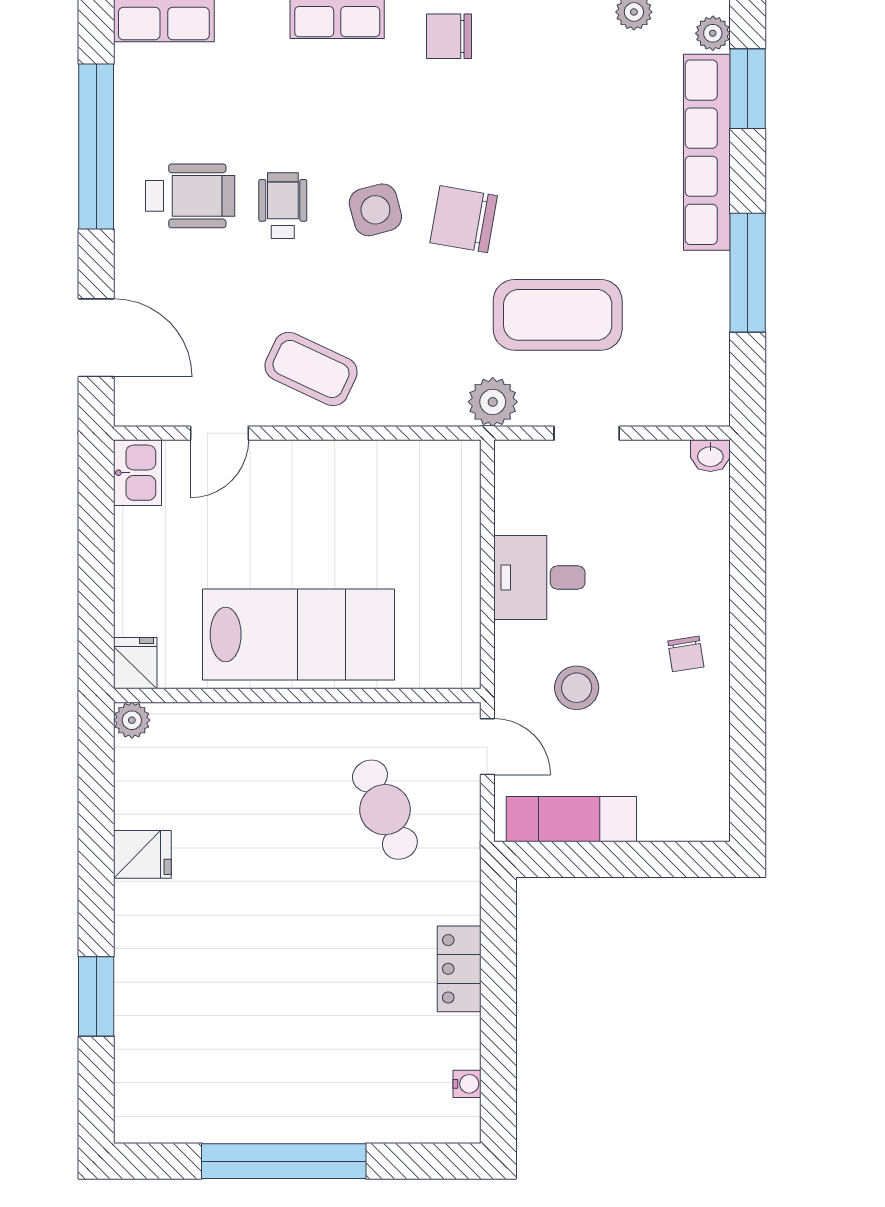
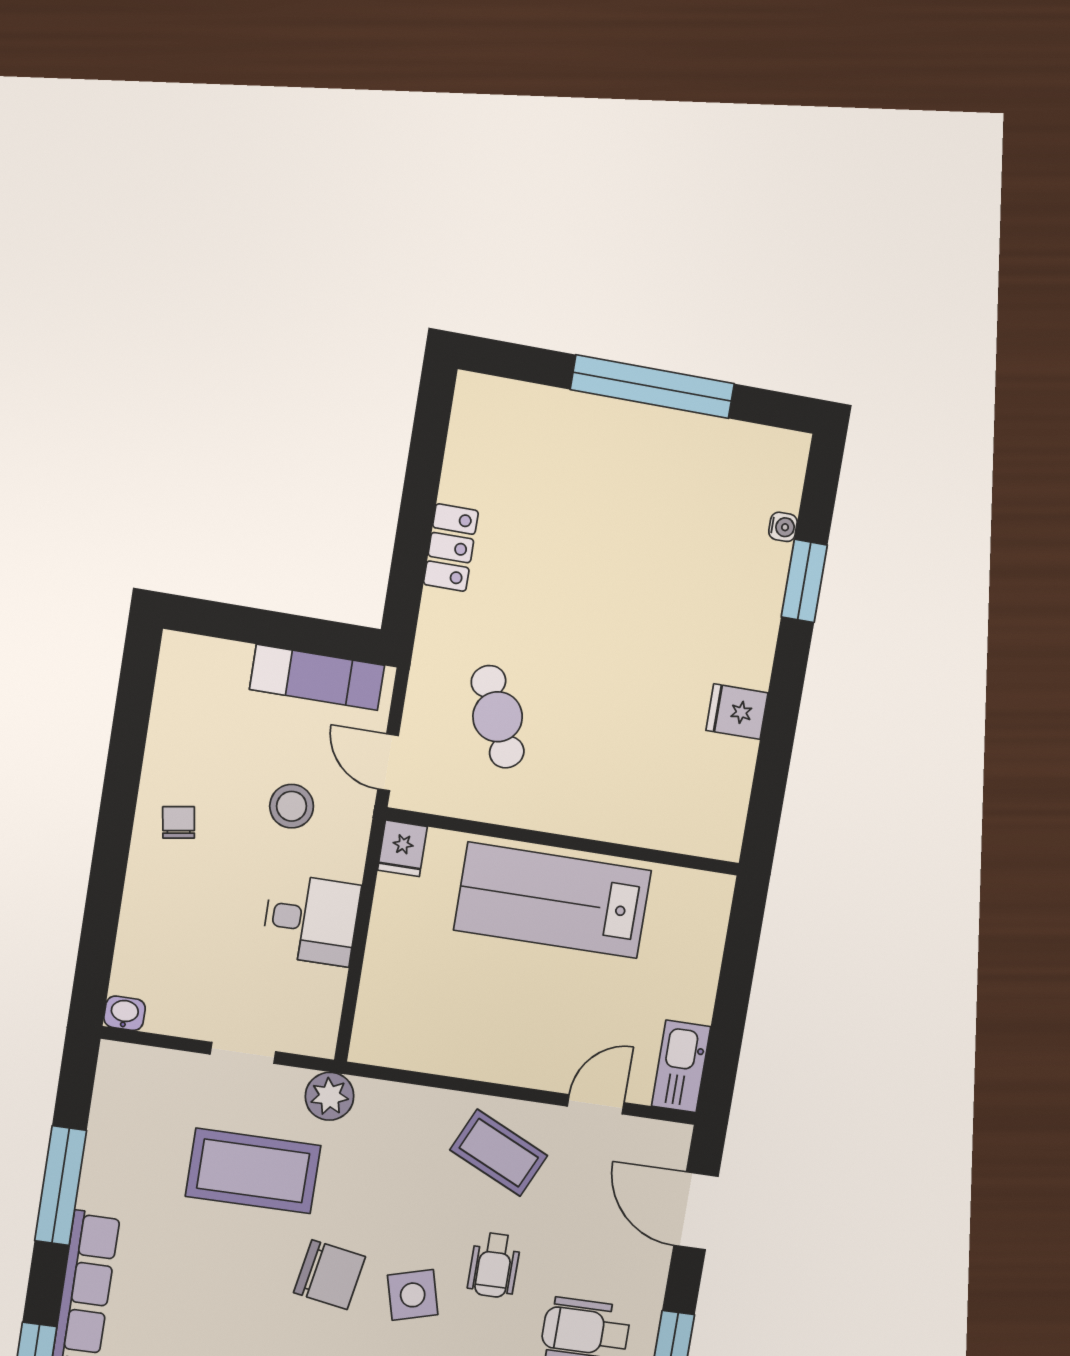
wheelchair: (283, 206) -> (494, 1265), moved
kitchen sink: (138, 473) -> (681, 1066), width x1.38
fridge: (135, 663) -> (402, 848), moved
plant: (132, 720) -> (725, 843), removed
water cooler: (467, 1084) -> (783, 527), moved, turned 180

